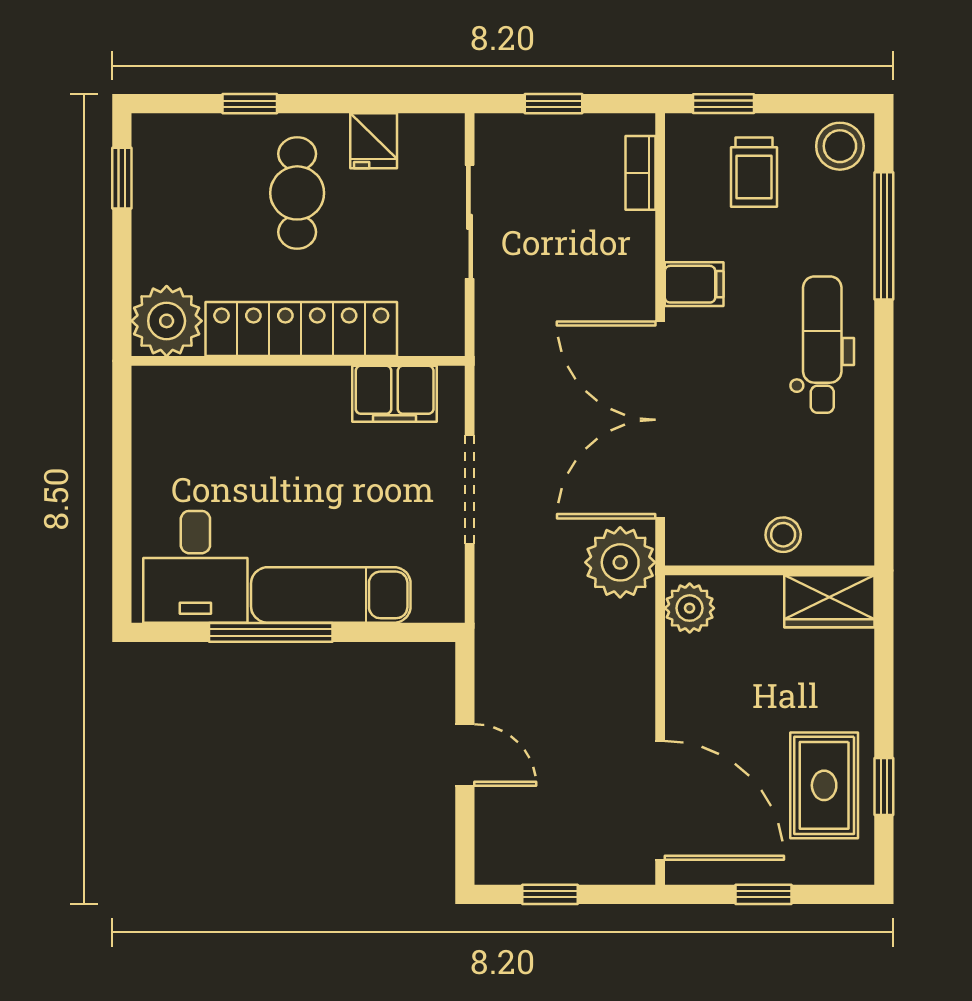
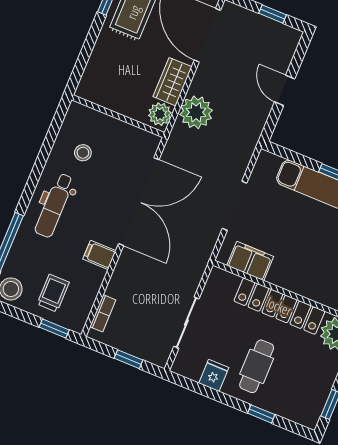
stool: (783, 535) -> (83, 153), moved
plant: (620, 562) -> (196, 112), moved
wardrobe: (829, 601) -> (172, 82), moved, turned -90

